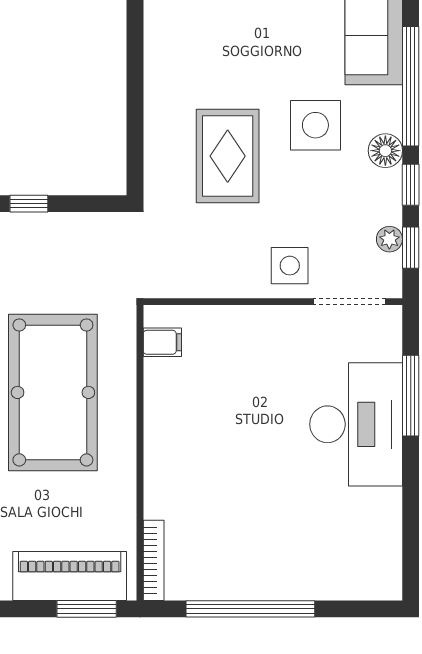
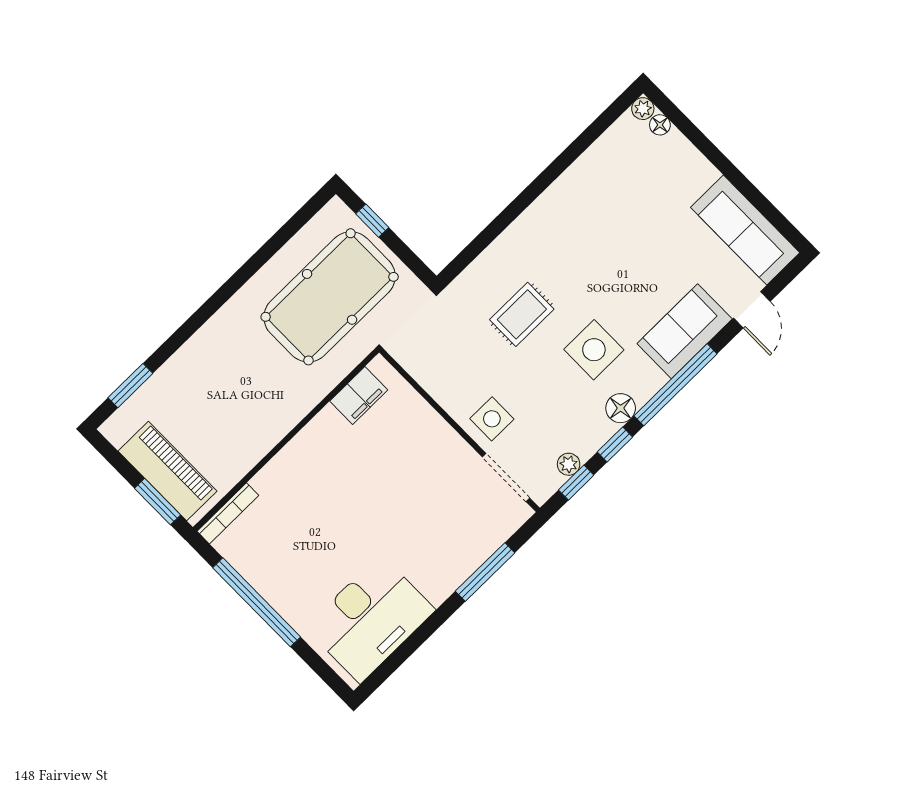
rug: (228, 156) -> (522, 314), width x0.73, depth x0.70
filing cabinet: (162, 342) -> (359, 395), width x2.00
pool table: (53, 392) -> (330, 297), moved
desk: (356, 424) -> (370, 619), moved

